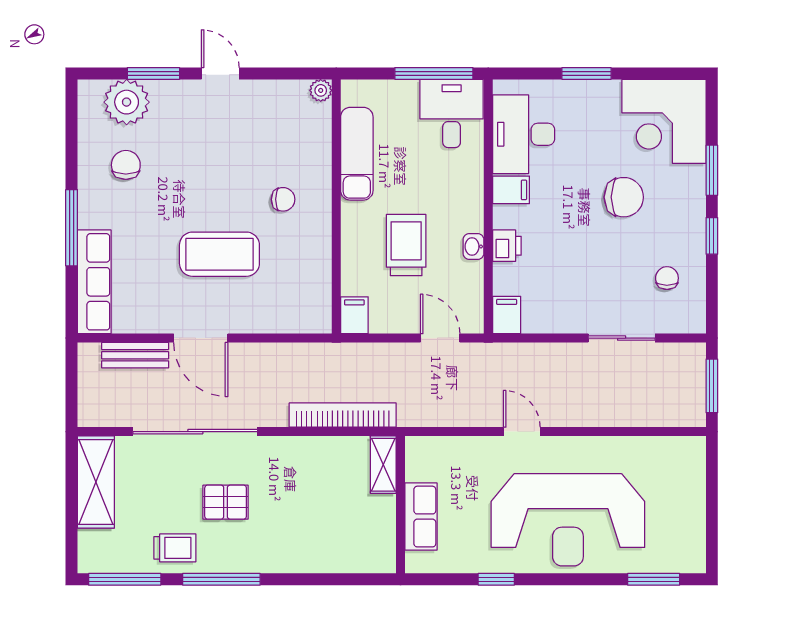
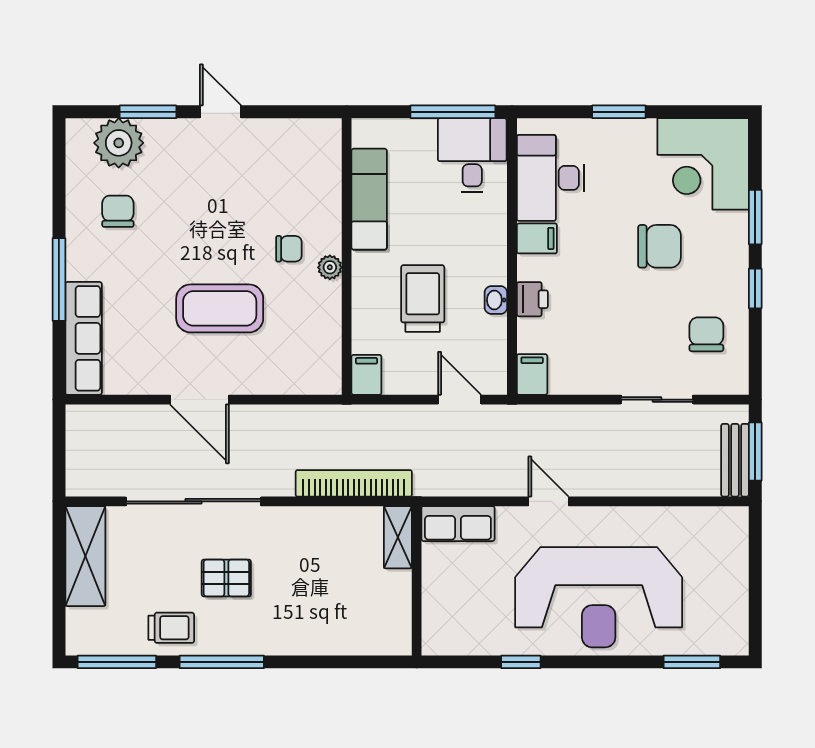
plant: (321, 90) -> (330, 267), moved
chair: (667, 278) -> (706, 334), width x1.37, depth x1.37
bench: (135, 355) -> (735, 460), moved, turned 90
row of seats: (421, 517) -> (458, 524), moved, turned 90

